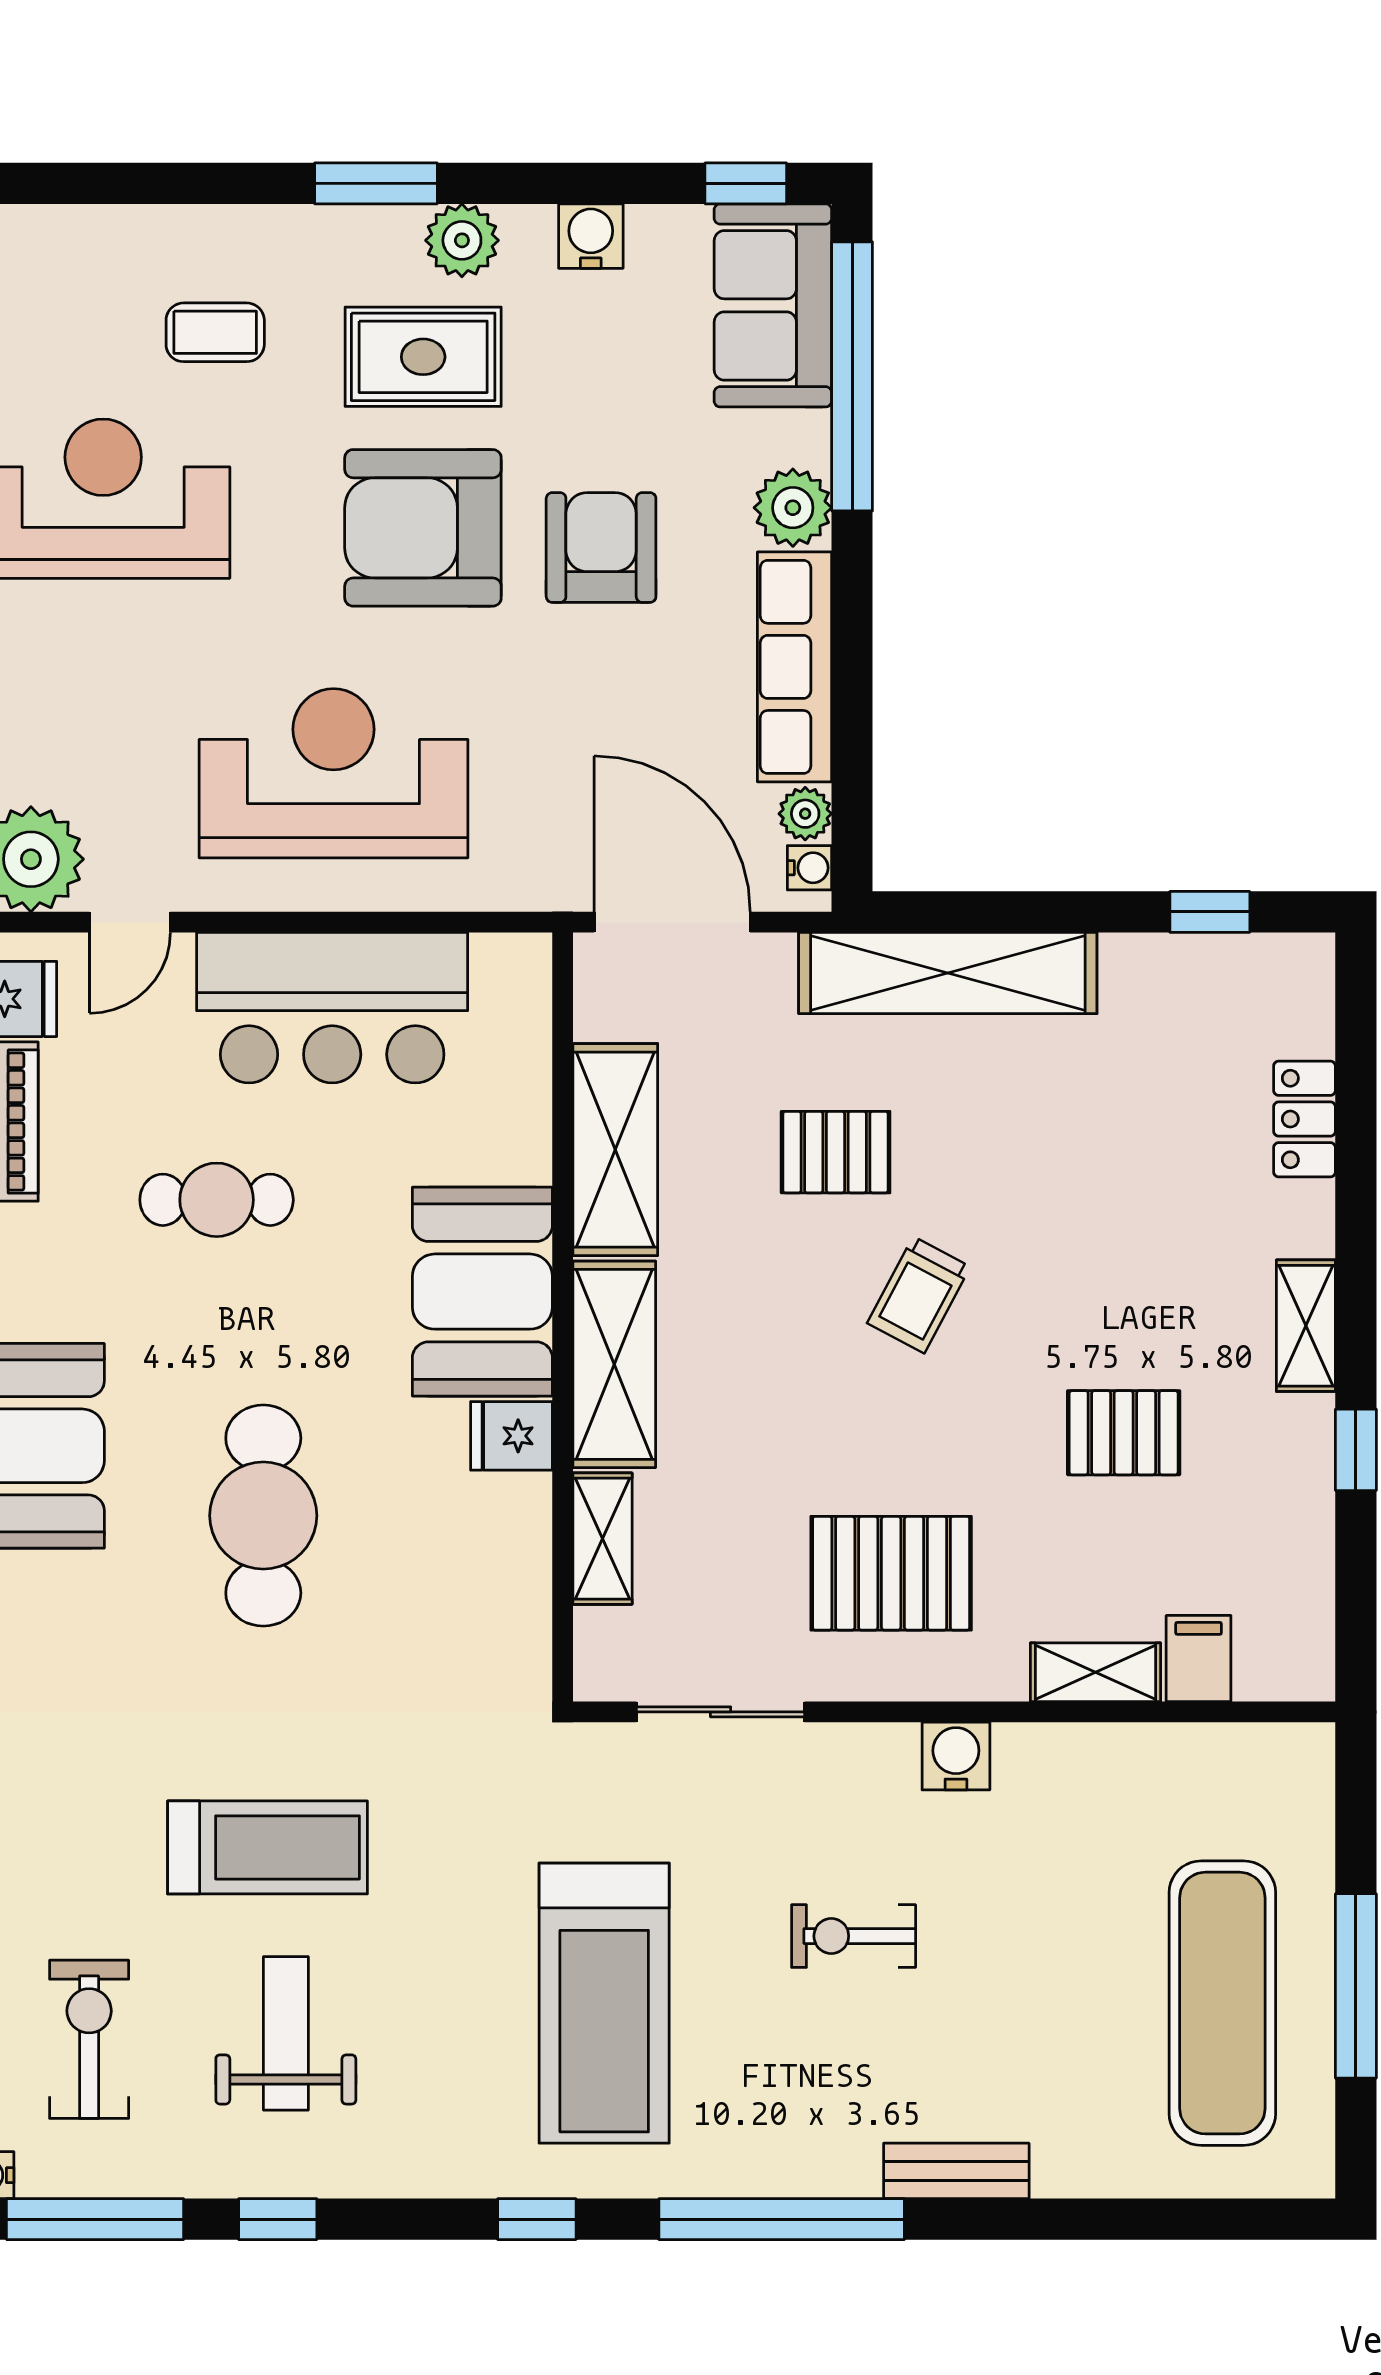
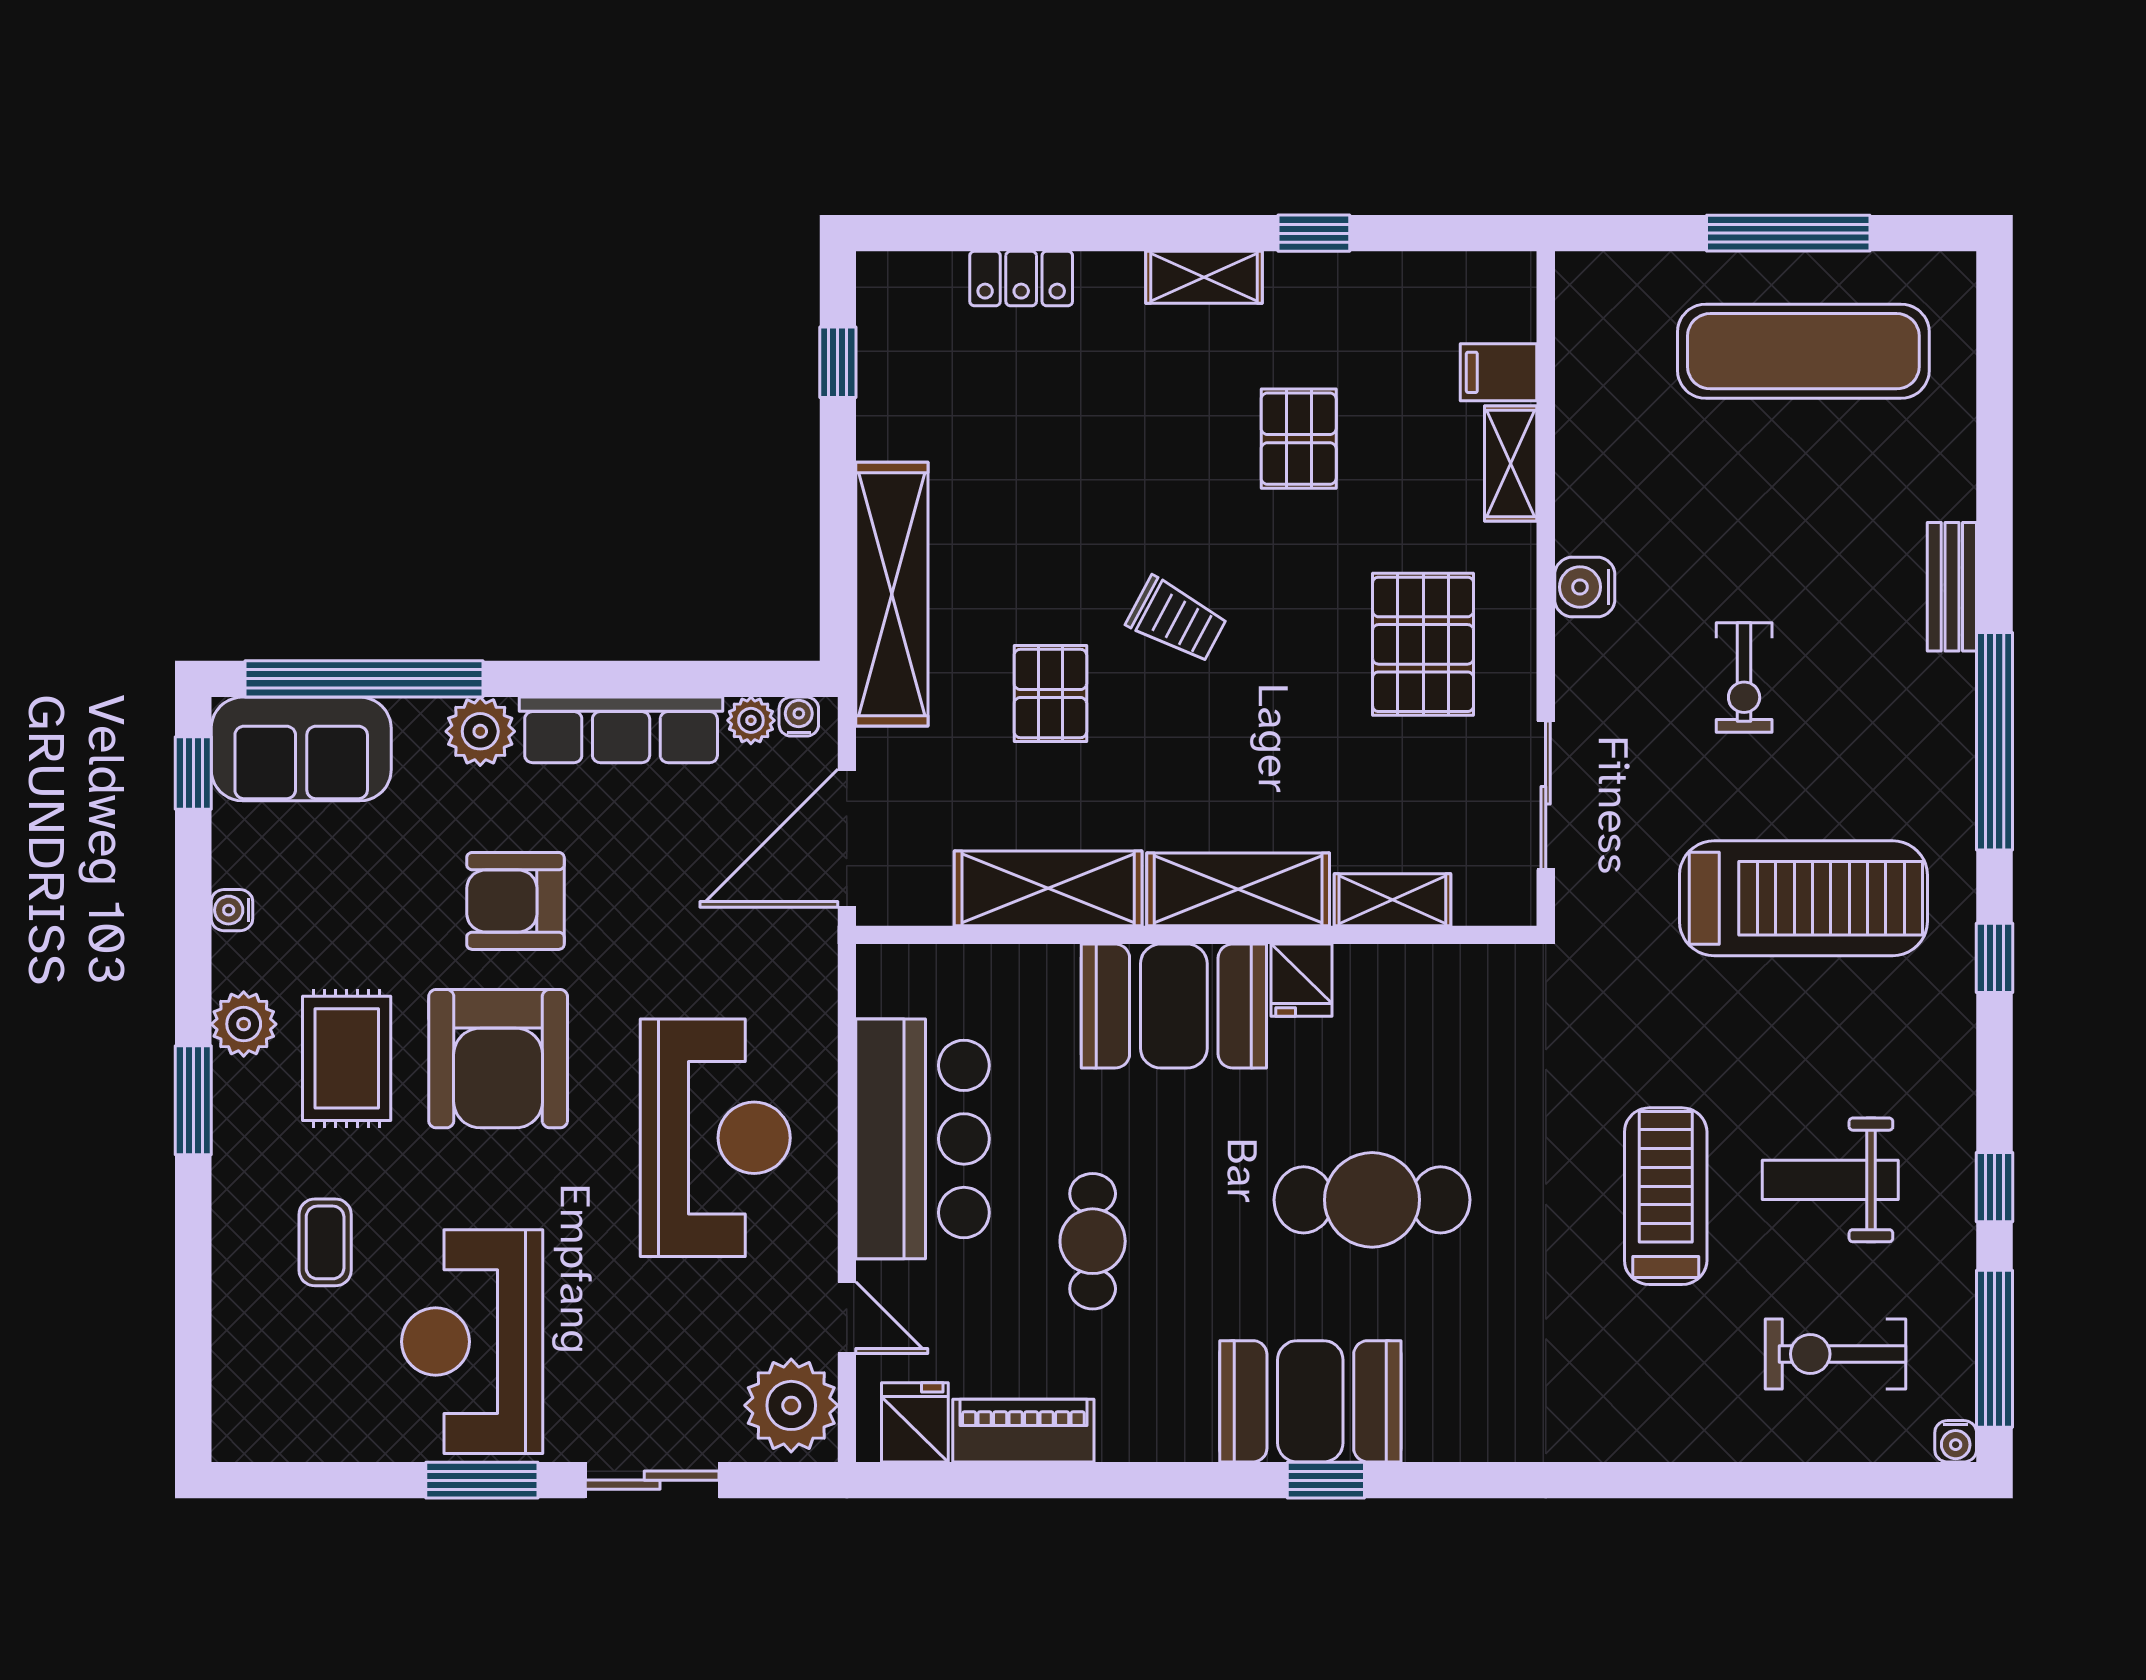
water cooler: (591, 236) -> (232, 910), width x0.72, depth x0.72
reception desk: (333, 773) -> (715, 1138), turned 180

